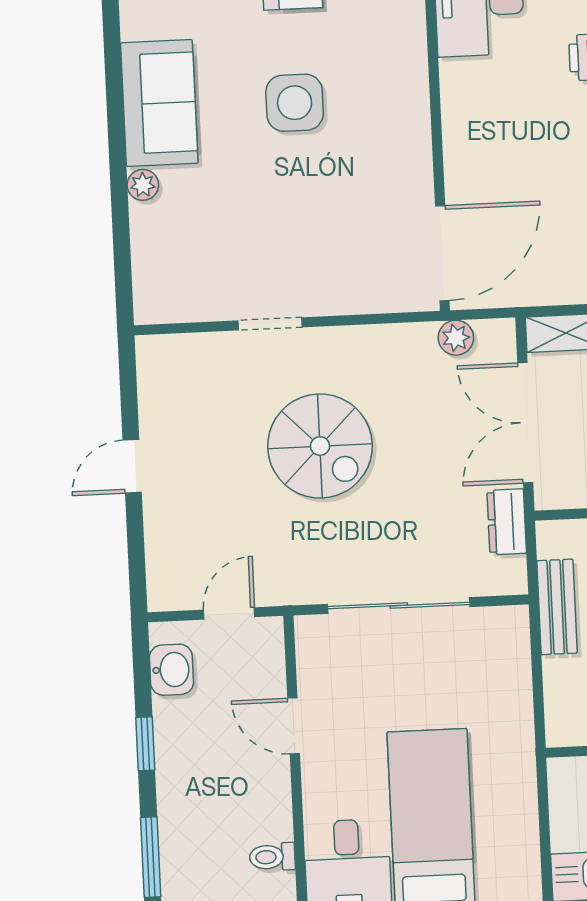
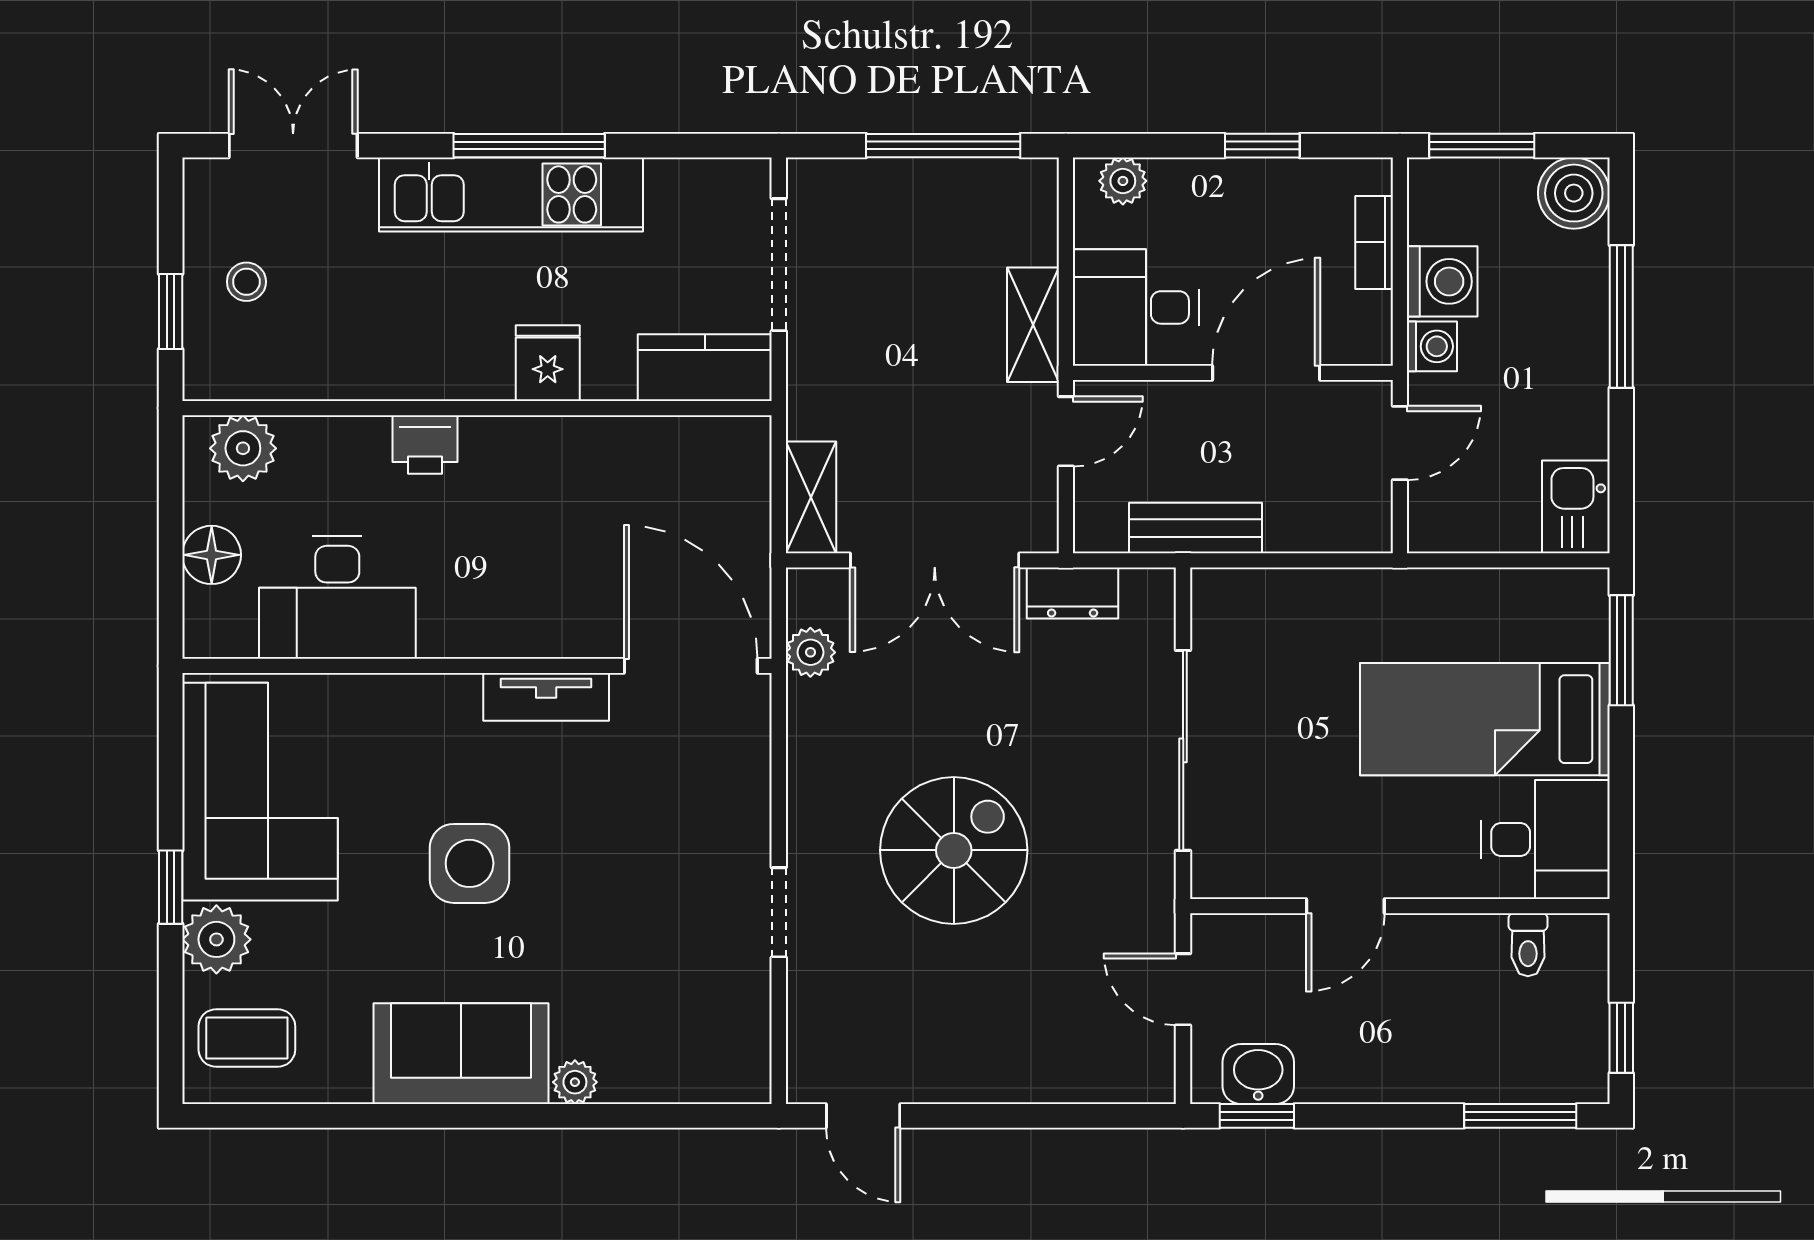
tv unit: (415, 151) -> (546, 697), added
door: (132, 466) -> (863, 1116), moved
window: (145, 744) -> (1257, 1116), moved

